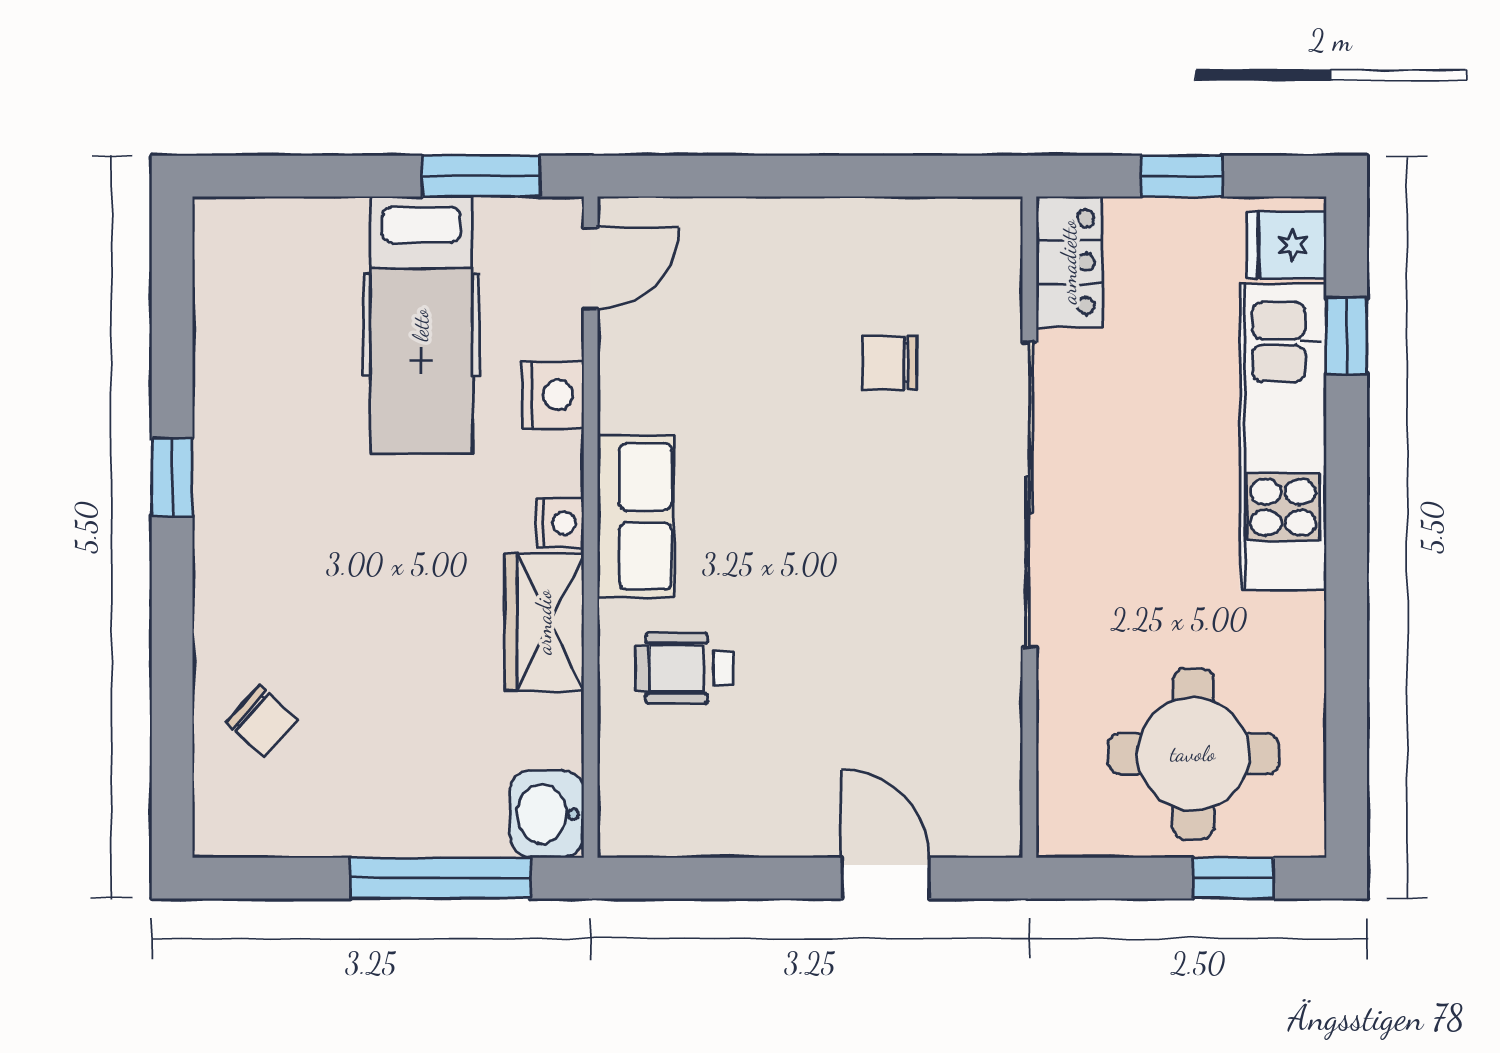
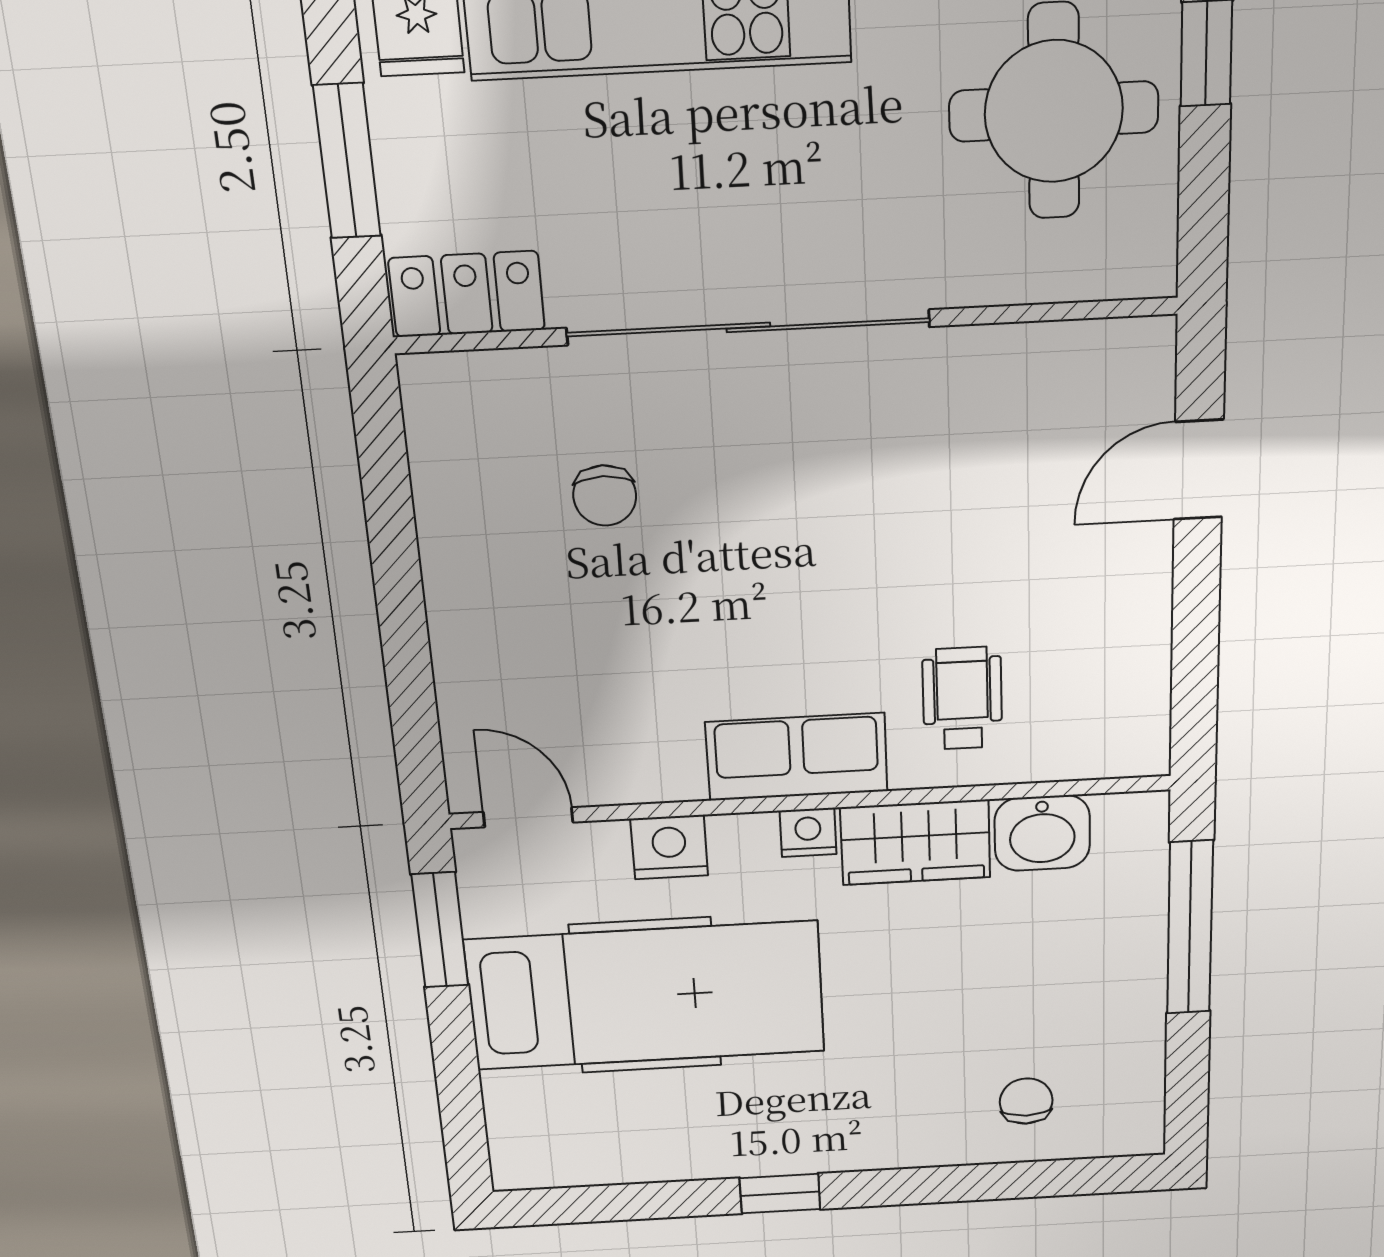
window: (1182, 176) -> (347, 161), width x1.50
hospital bed: (421, 325) -> (646, 996), width x1.37, depth x1.29
wheelchair: (684, 668) -> (962, 698), turned 180
chair: (262, 721) -> (1026, 1101), turned -42
washbasin: (547, 814) -> (1042, 833), moved

